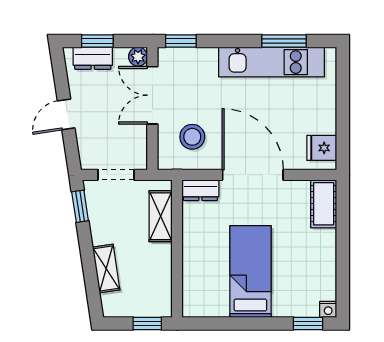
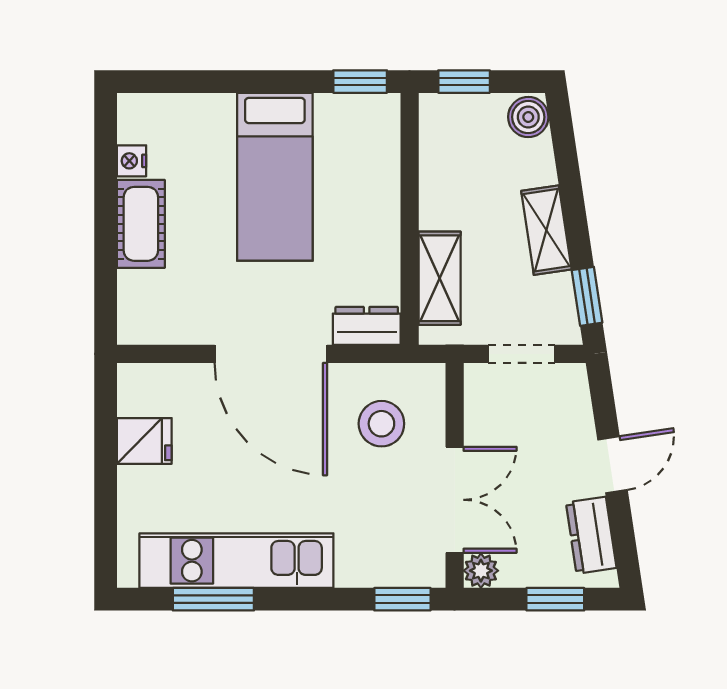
dresser: (93, 58) -> (591, 535), moved, turned -99
fridge: (322, 148) -> (144, 441), moved
cot: (324, 204) -> (141, 224), moved
shelving: (106, 269) -> (546, 230), moved
boiler: (112, 304) -> (528, 117), added
nightstand: (328, 309) -> (132, 161), moved, turned -90
window: (308, 324) -> (360, 82), moved

